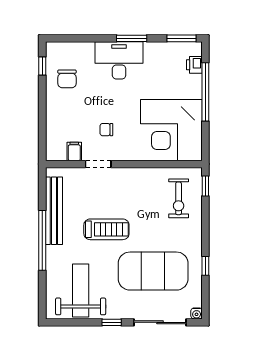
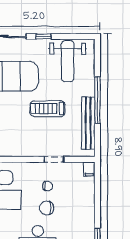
chair: (67, 79) -> (47, 208), moved, turned -90
filing cabinet: (74, 151) -> (89, 169), moved

